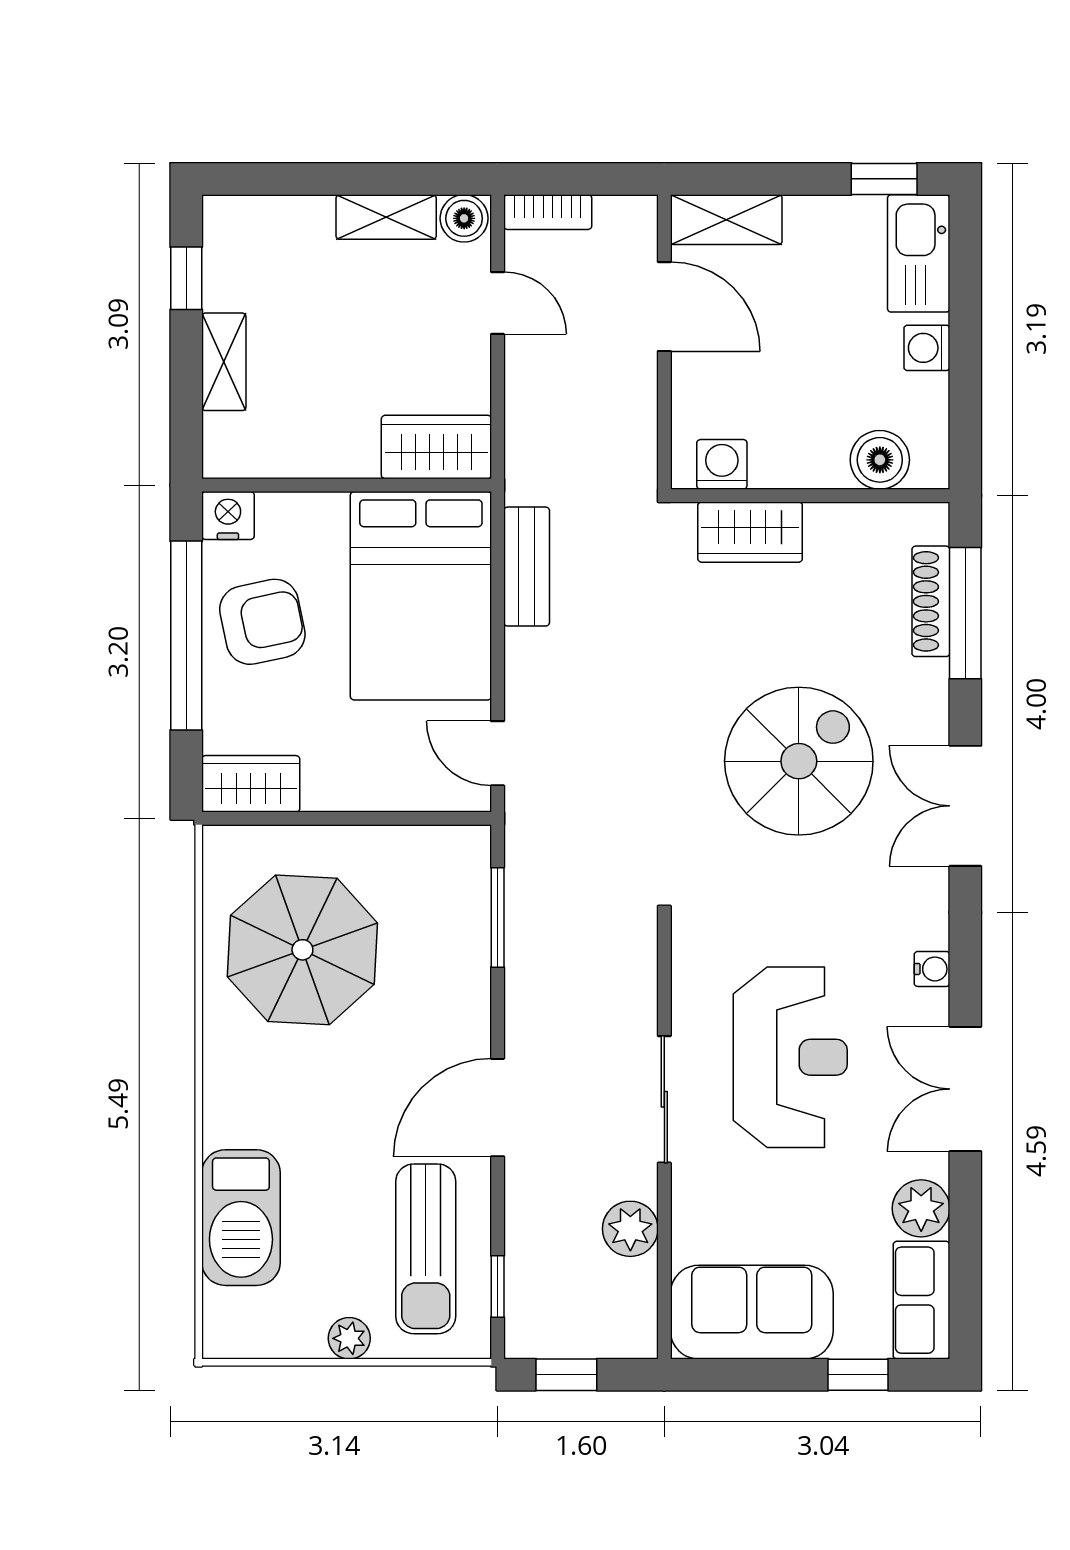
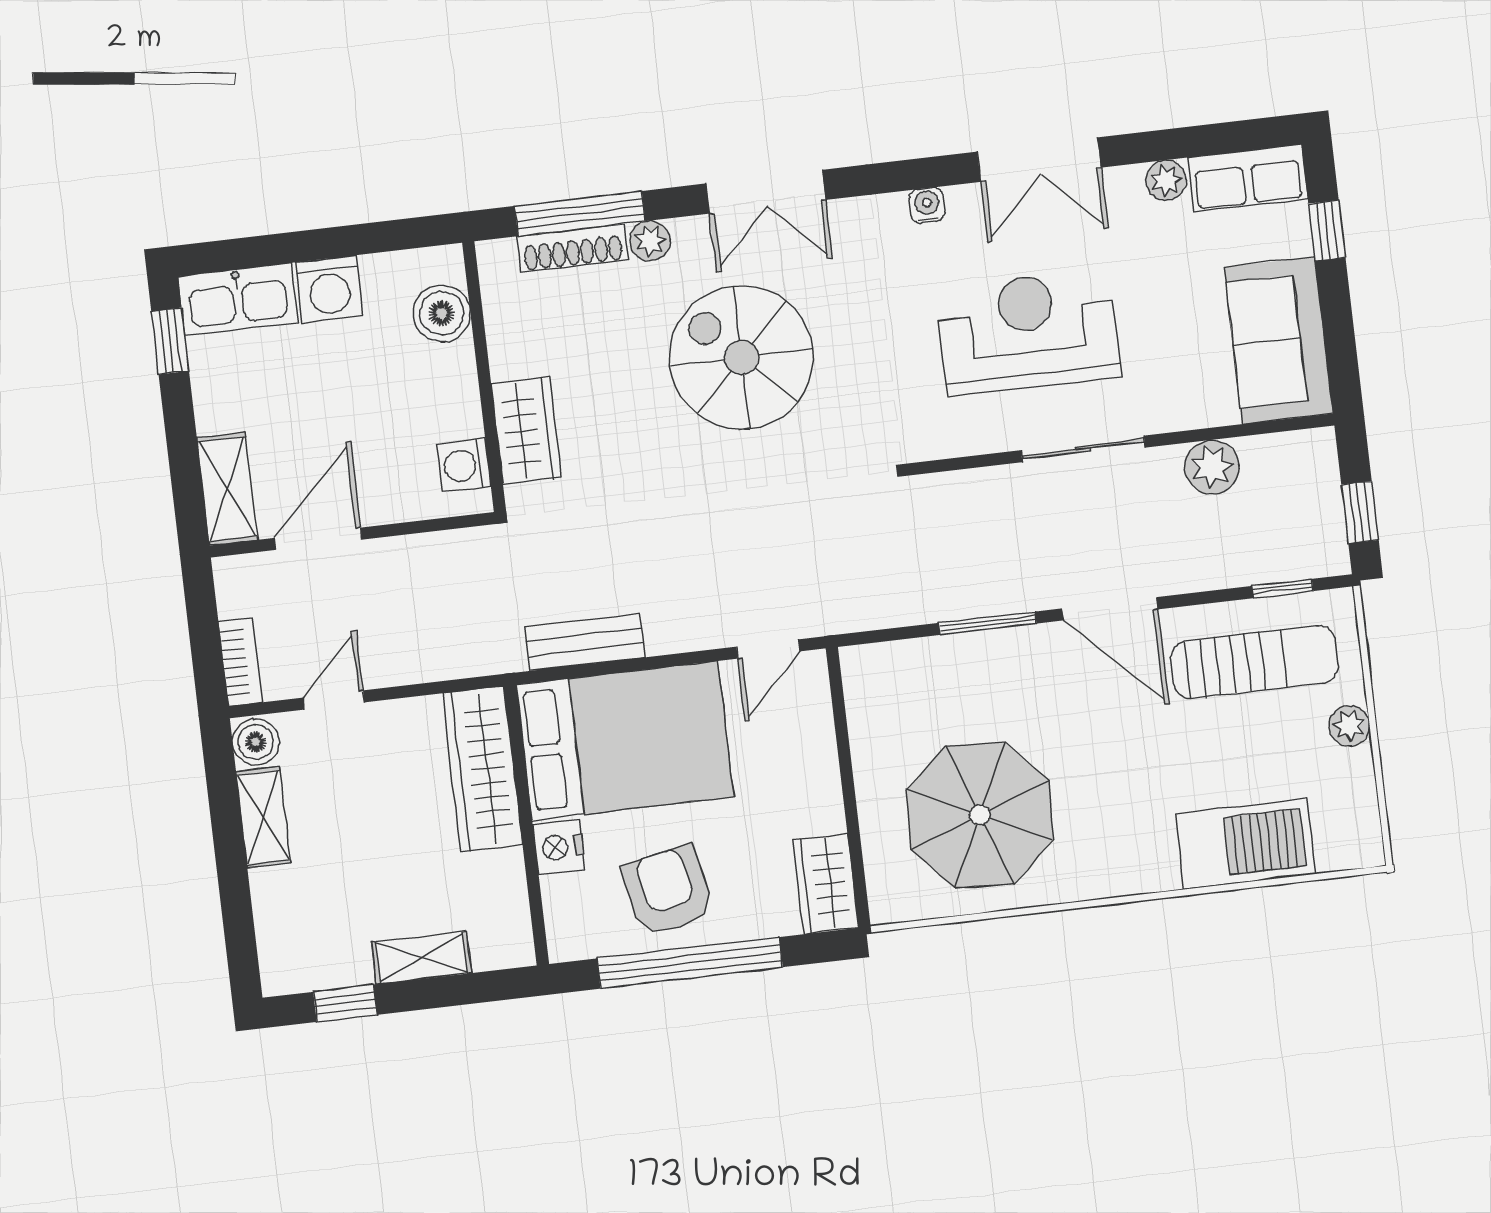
washing machine: (927, 348) -> (329, 289), width x1.38, depth x1.38
wardrobe: (436, 447) -> (483, 769), width x1.50
nightstand: (228, 516) -> (559, 847), moved
plant: (929, 682) -> (650, 241), added
window: (498, 917) -> (987, 623), moved
plant: (921, 1208) -> (1166, 180), width x0.73, depth x0.73

